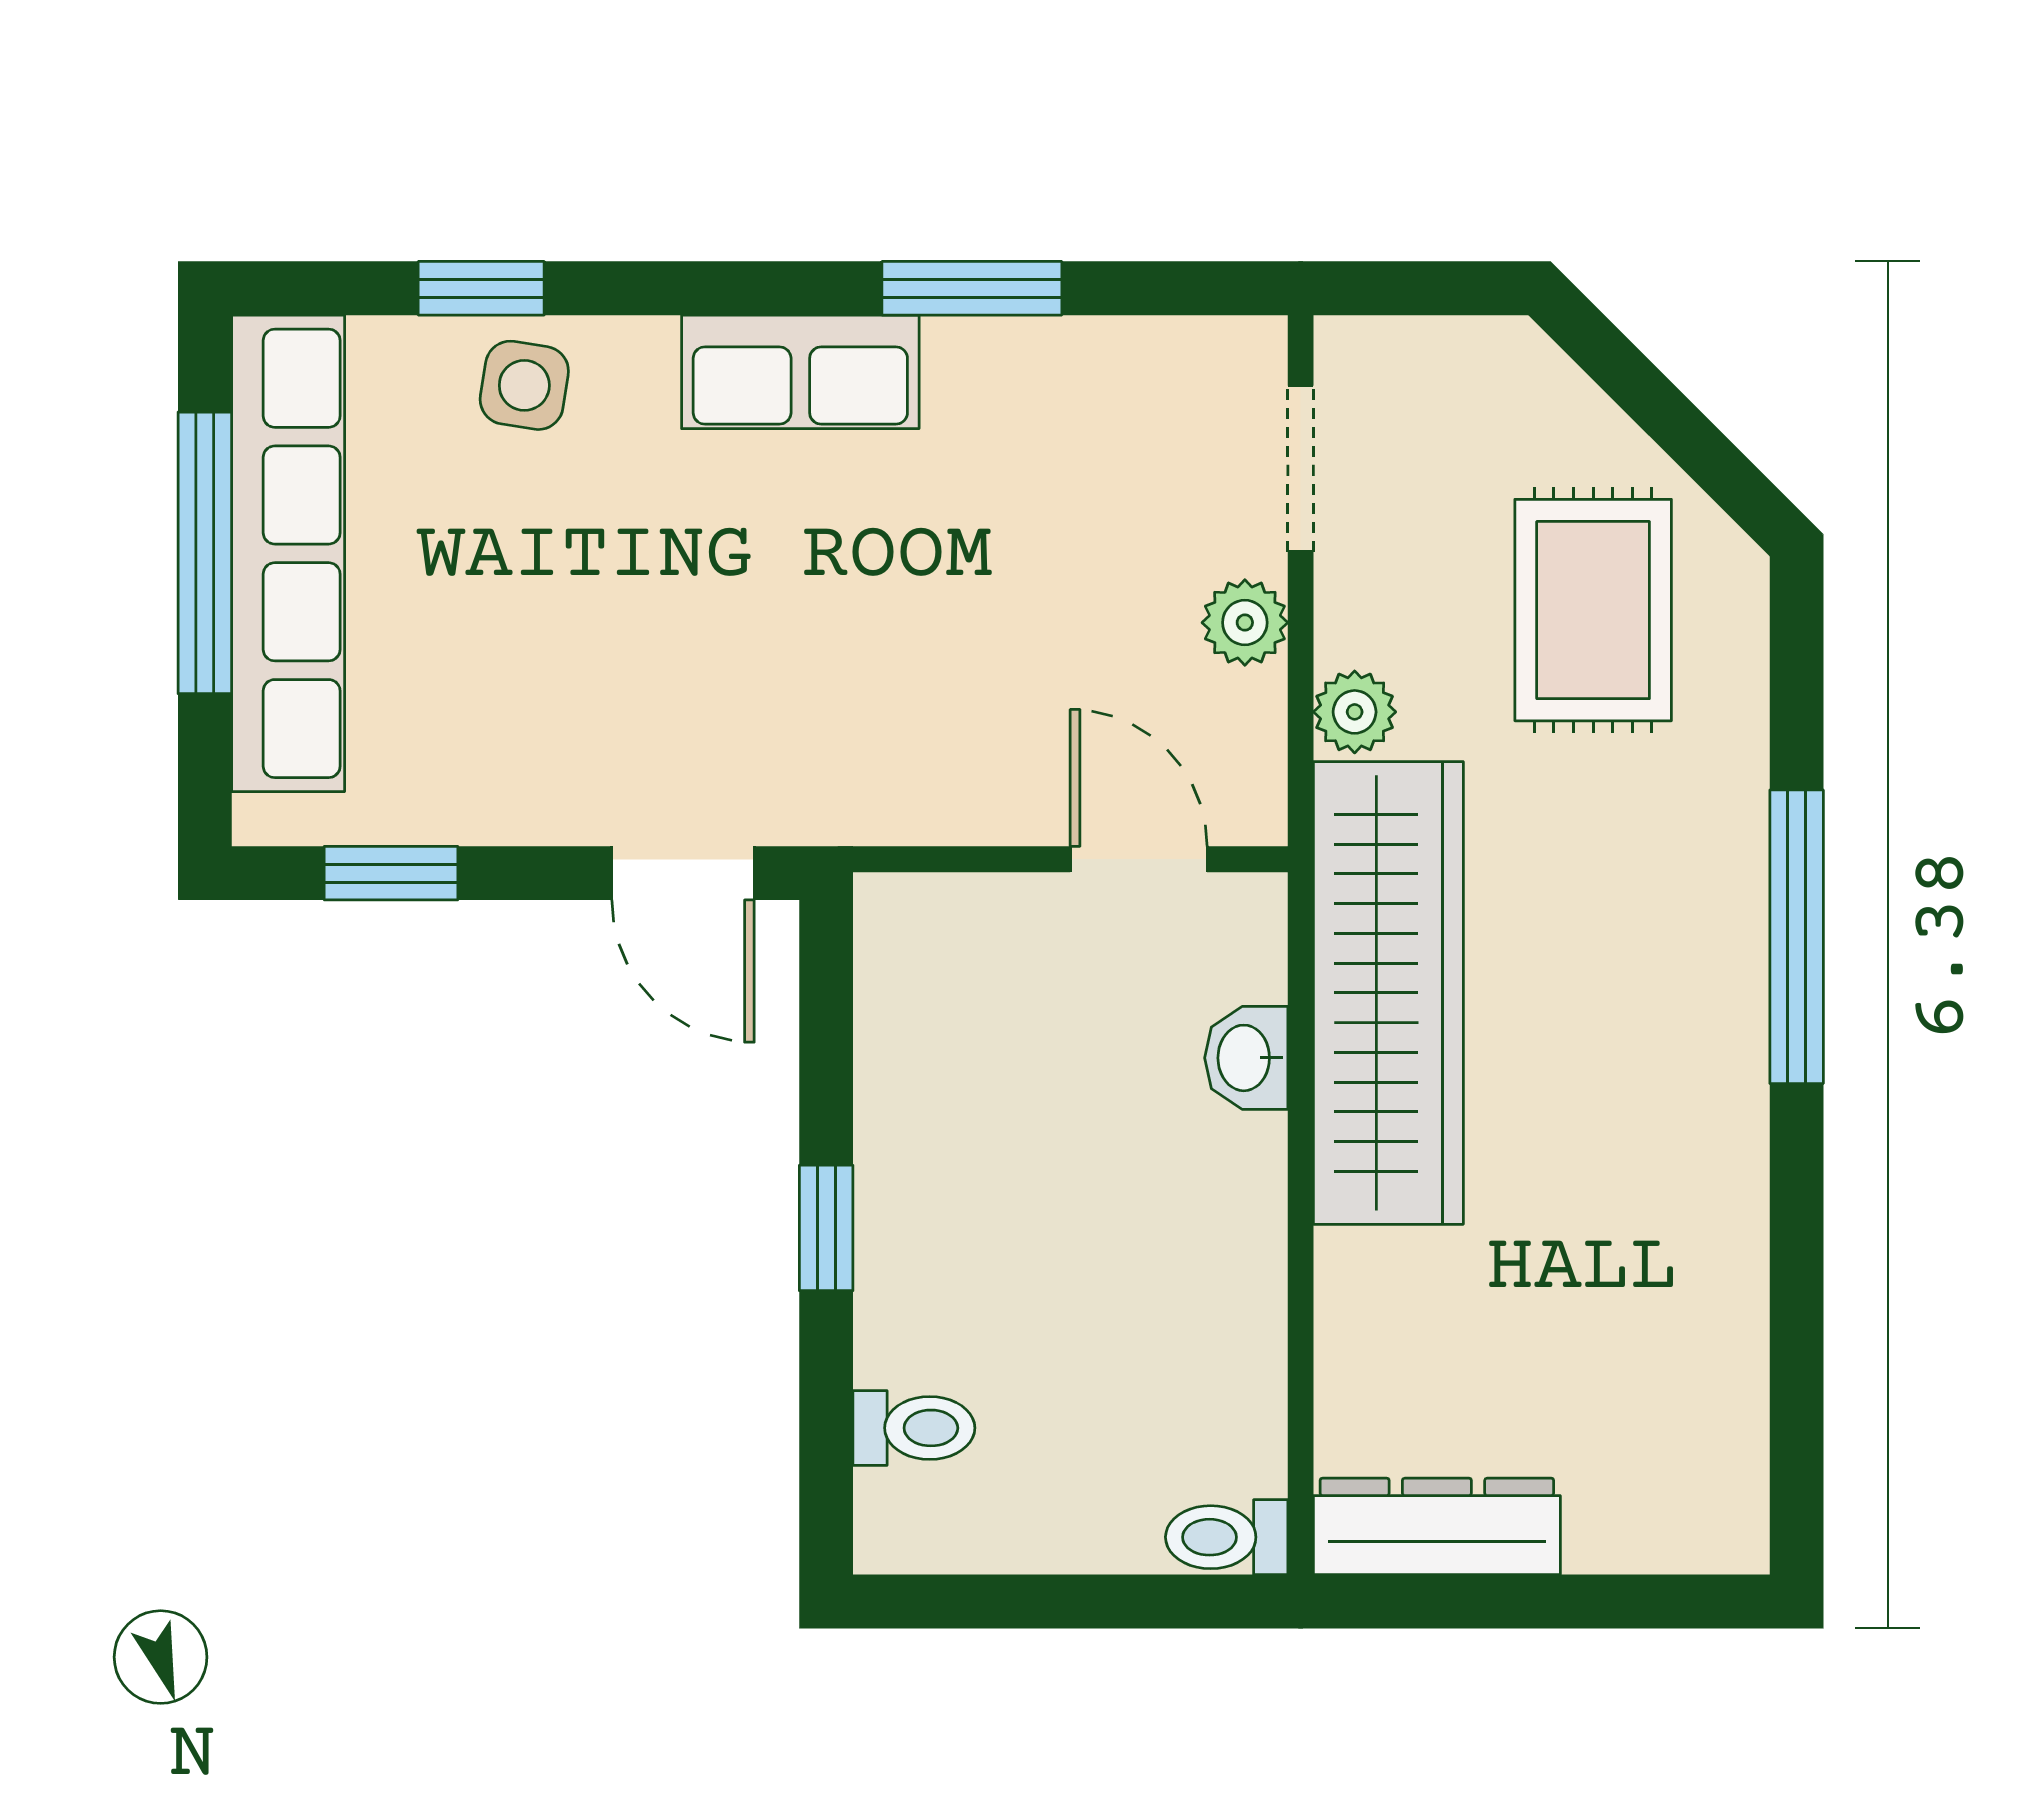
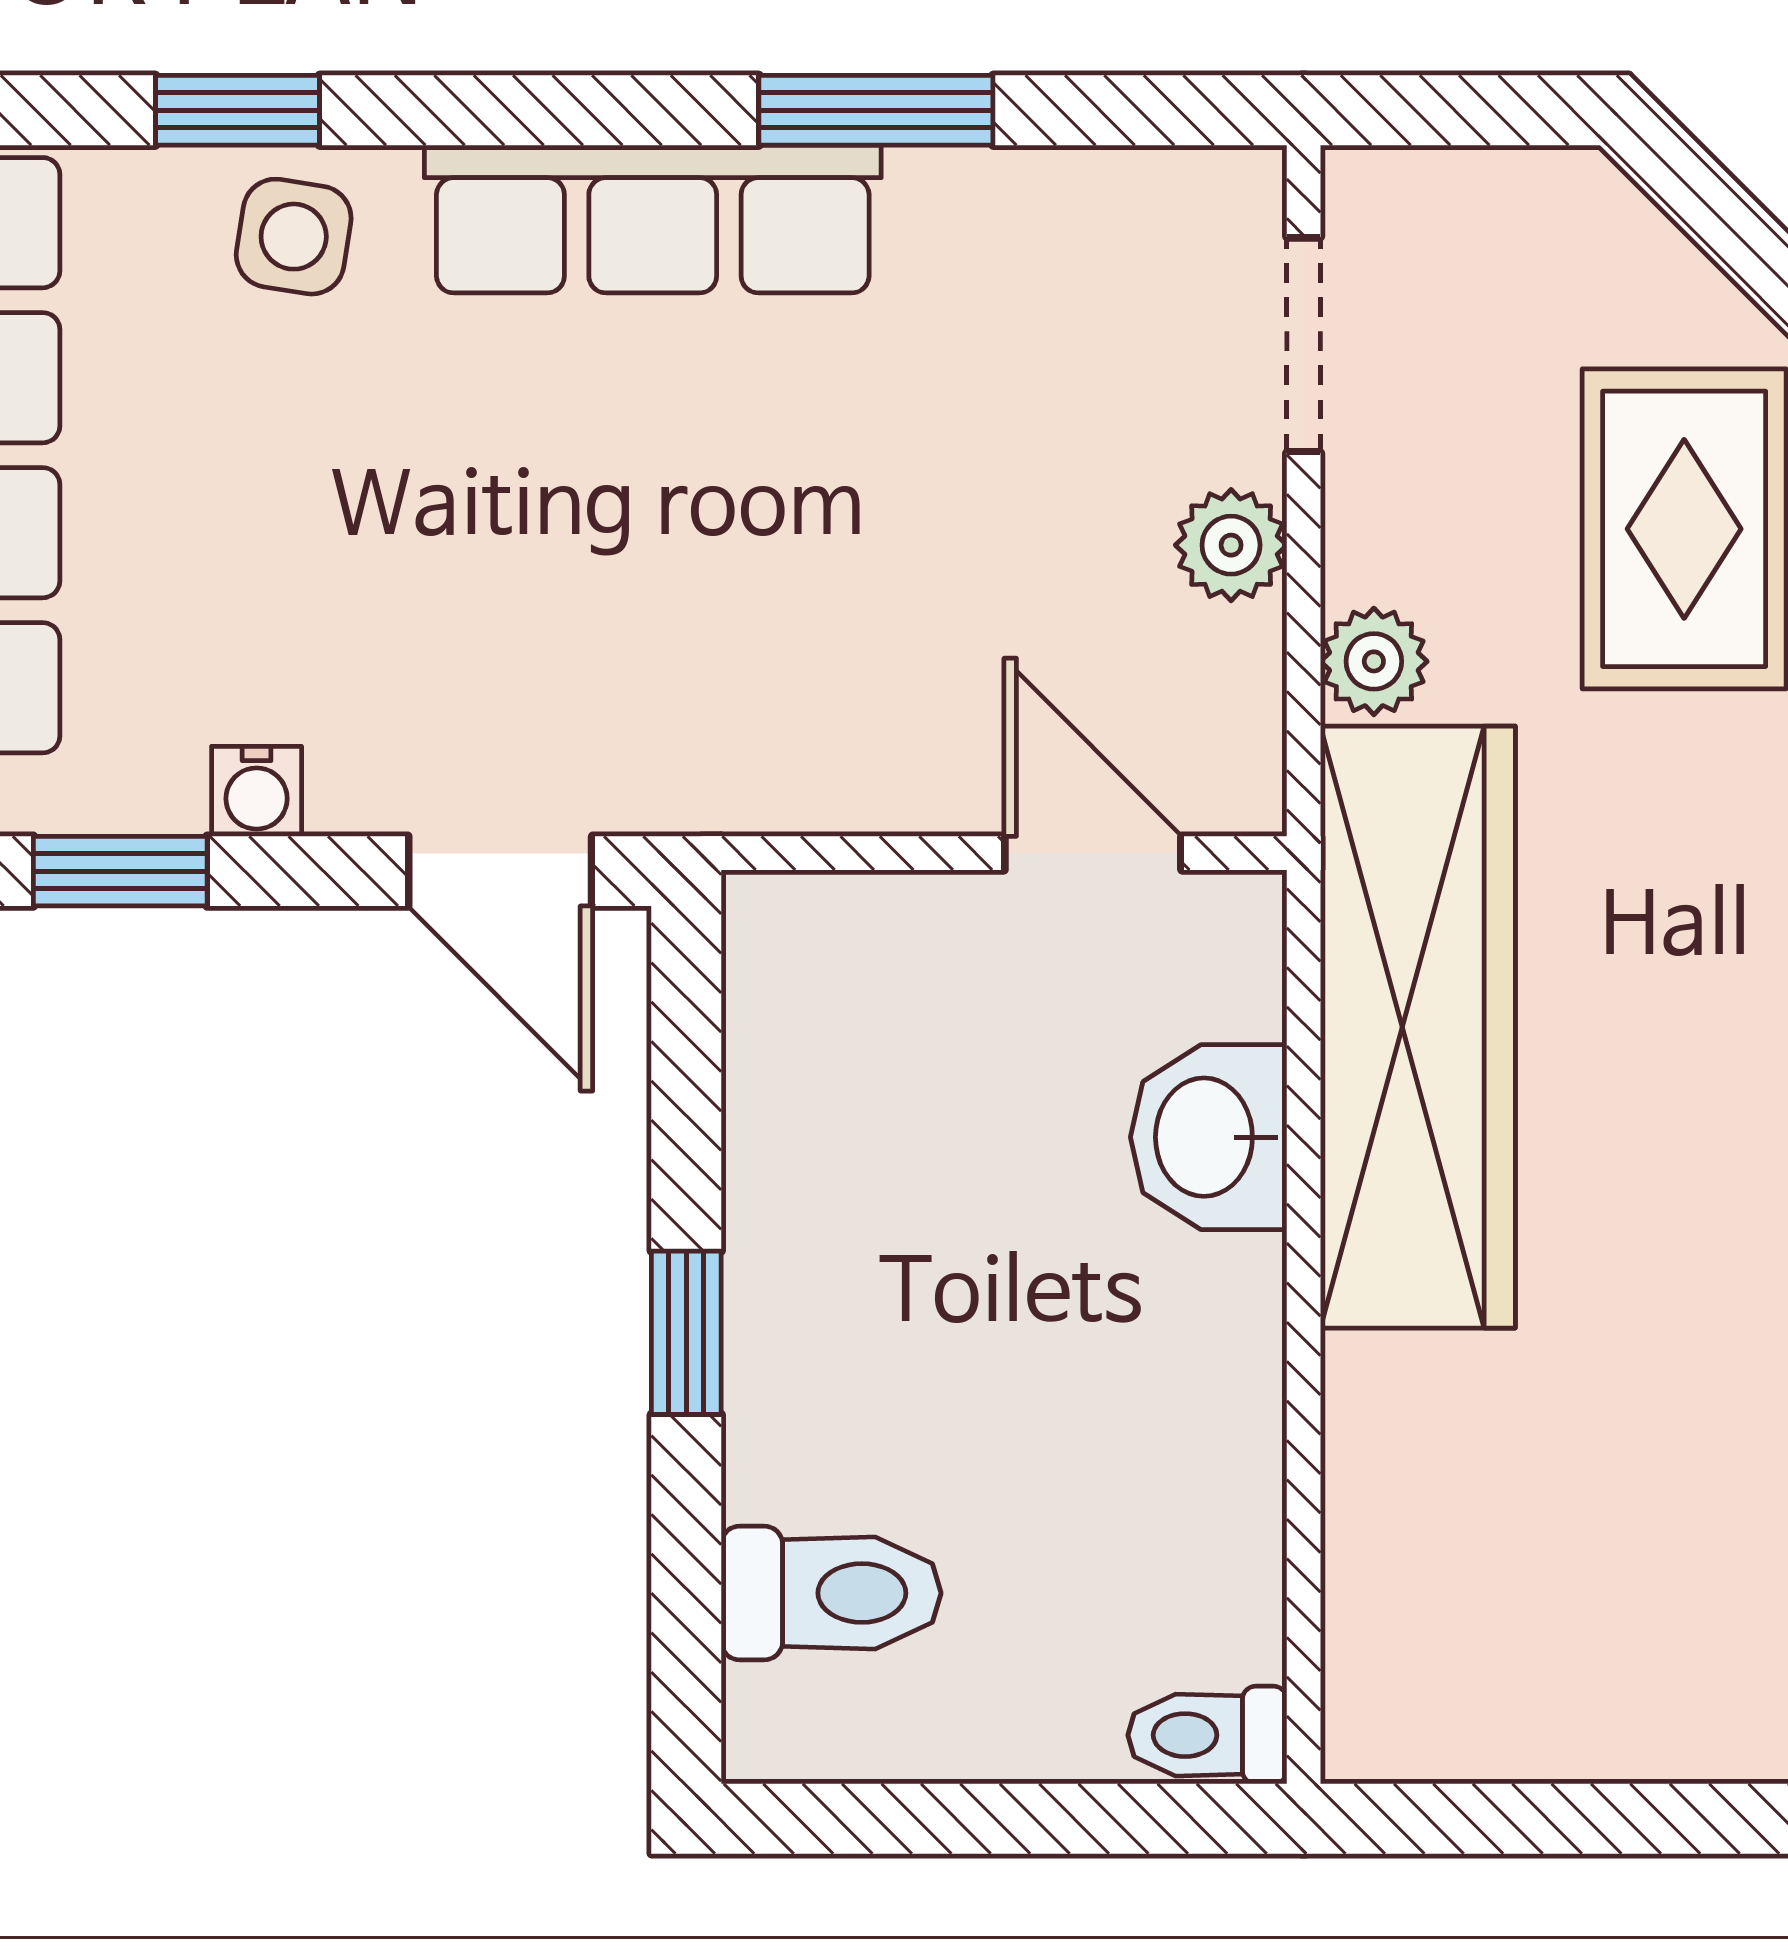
row of seats: (800, 372) -> (653, 219), width x1.48
water cooler: (496, 812) -> (257, 791), added
washbasin: (1246, 1058) -> (1209, 1137), width x1.38, depth x1.45
toilet: (914, 1428) -> (831, 1593), width x1.37, depth x1.39
dresser: (1437, 1526) -> (1481, 1721), removed

